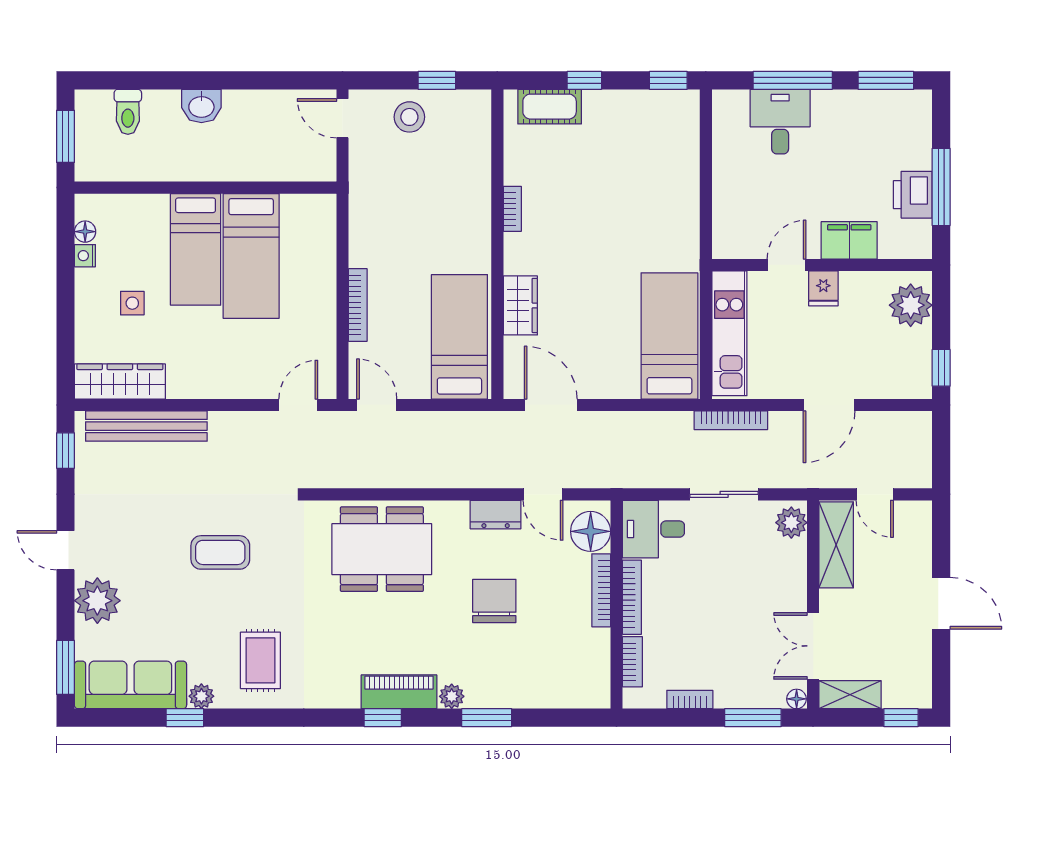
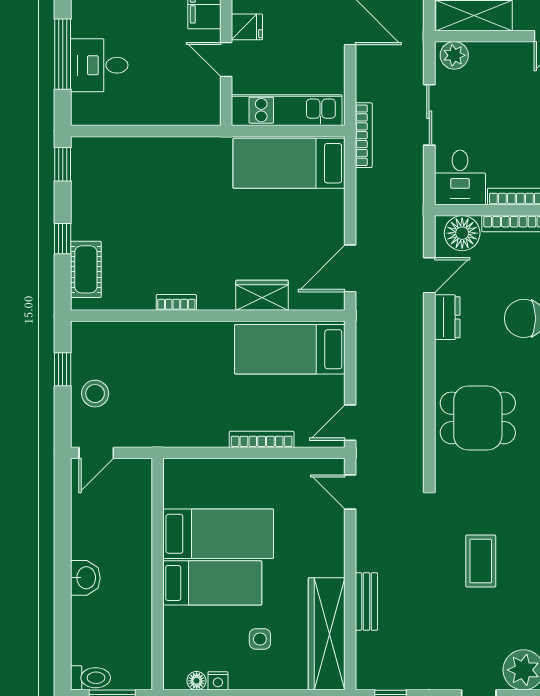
toilet: (128, 112) -> (90, 678), moved
wardrobe: (120, 381) -> (327, 634), width x1.40, depth x1.17
bookcase: (731, 420) -> (364, 135), moved
bench: (146, 426) -> (366, 602), width x0.54, depth x0.82
dining table: (382, 549) -> (478, 418), width x0.73

